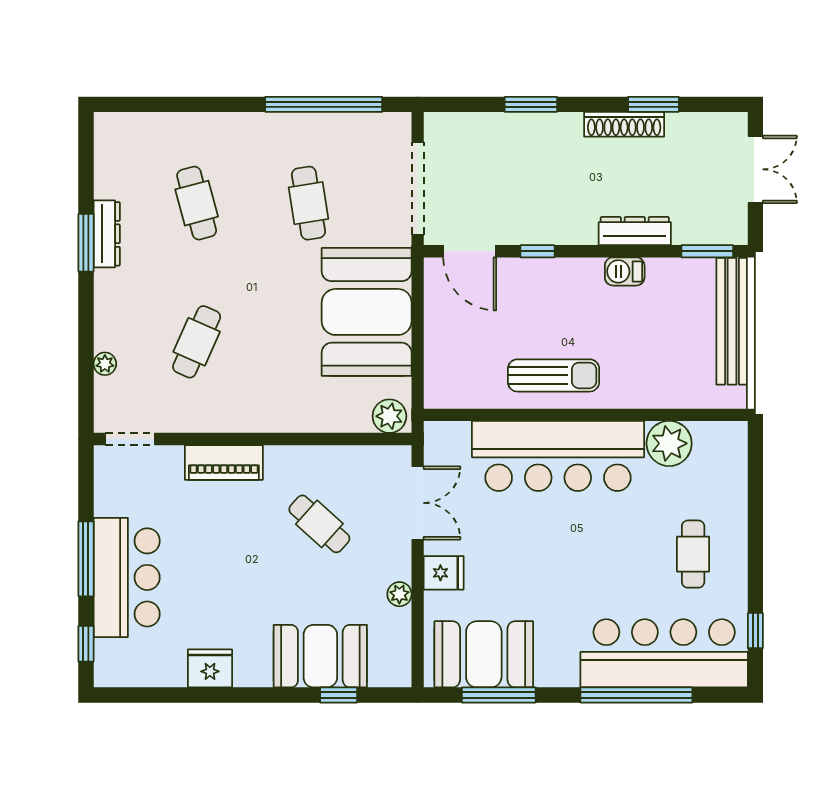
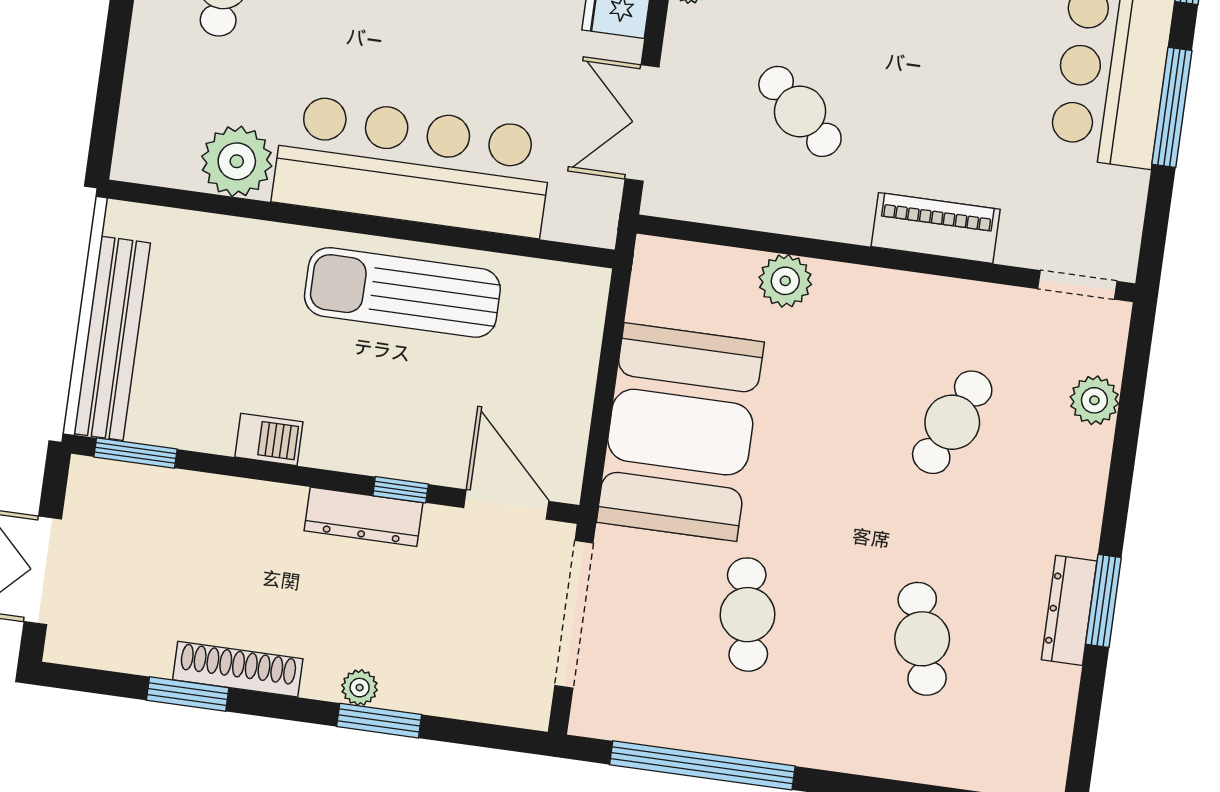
plant: (546, 123) -> (360, 688), added
dresser: (635, 231) -> (364, 517), moved
plant: (105, 364) -> (1094, 400), width x1.38, depth x1.38
sun lounger: (554, 375) -> (402, 292), width x1.36, depth x1.34
plant: (389, 416) -> (785, 281), moved

